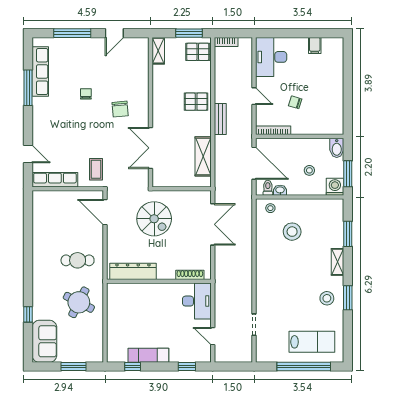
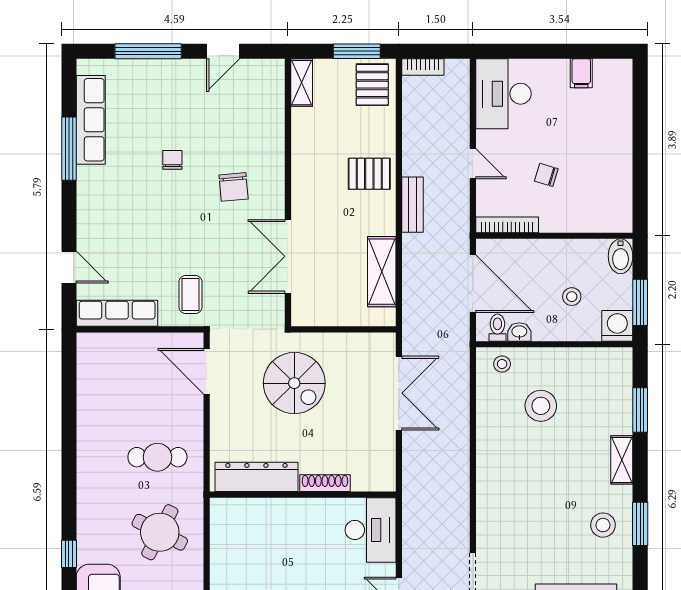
pallet: (198, 52) -> (372, 85), turned 90
shoe rack: (190, 275) -> (325, 483), moved

